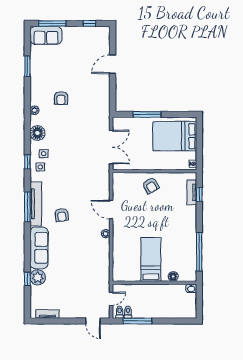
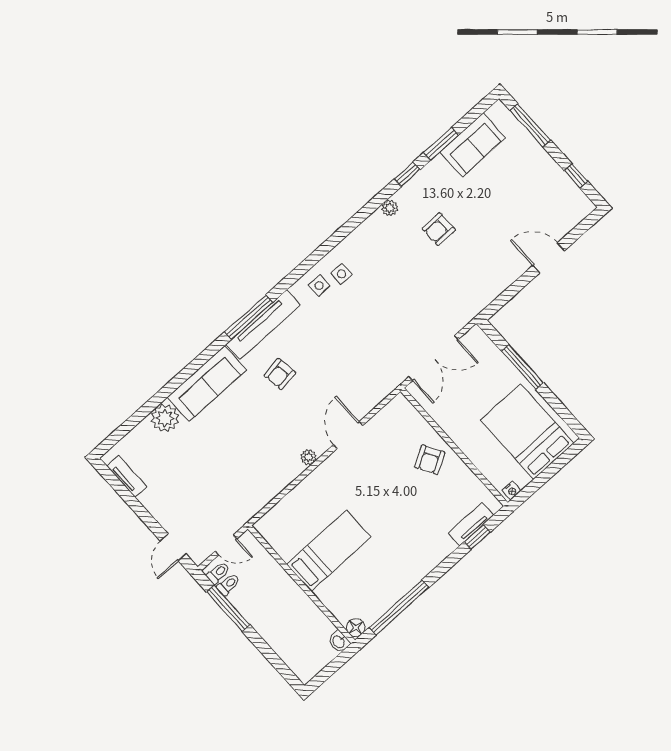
sofa: (46, 35) -> (473, 145), moved, turned -90
floor lamp: (38, 133) -> (362, 240), removed
window: (27, 162) -> (407, 174), moved
floor lamp: (173, 276) -> (356, 628), moved
window: (27, 279) -> (150, 406), removed

